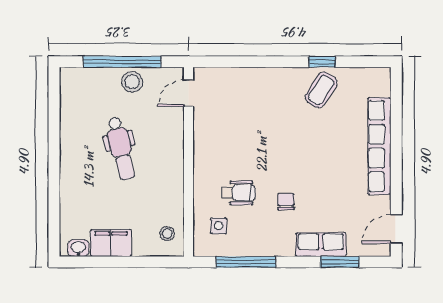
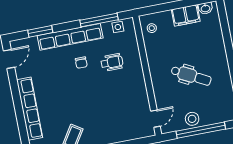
dental chair: (121, 148) -> (191, 76), turned 131
wheelchair: (239, 193) -> (112, 62), turned 180
side table: (219, 226) -> (118, 27), moved
row of seats: (321, 245) -> (70, 37), width x2.02

